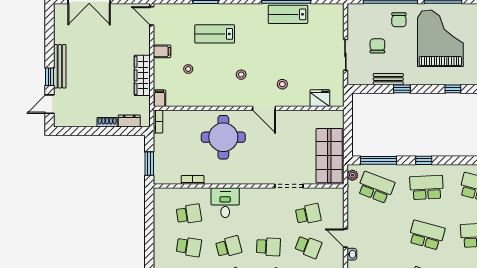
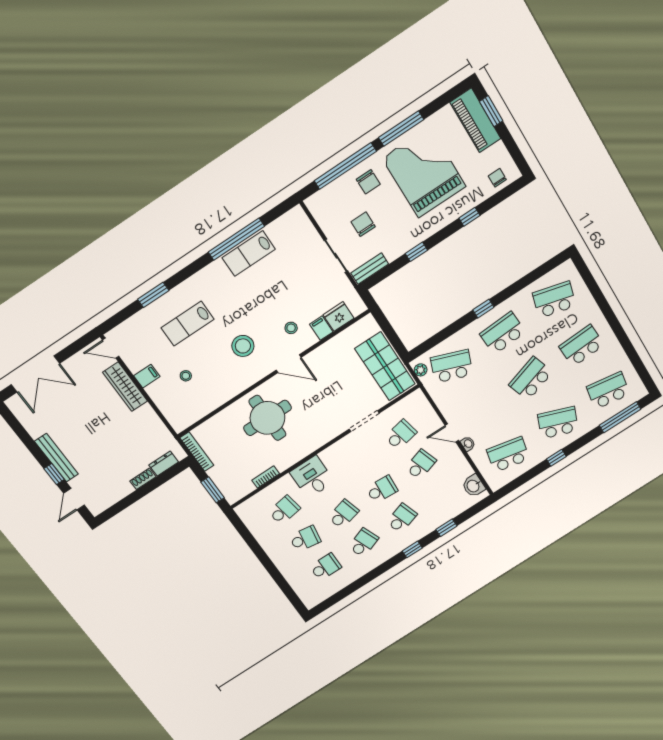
wardrobe: (142, 75) -> (125, 387), moved
stool: (241, 75) -> (243, 346), width x1.89, depth x1.89
bench: (388, 79) -> (370, 269), moved
filing cabinet: (160, 98) -> (321, 328), moved
bookcase: (158, 121) -> (197, 452), width x1.56
window: (379, 160) -> (438, 338), removed
school desk: (427, 235) -> (531, 378), turned -33
school desk: (308, 247) -> (421, 464), turned -39

